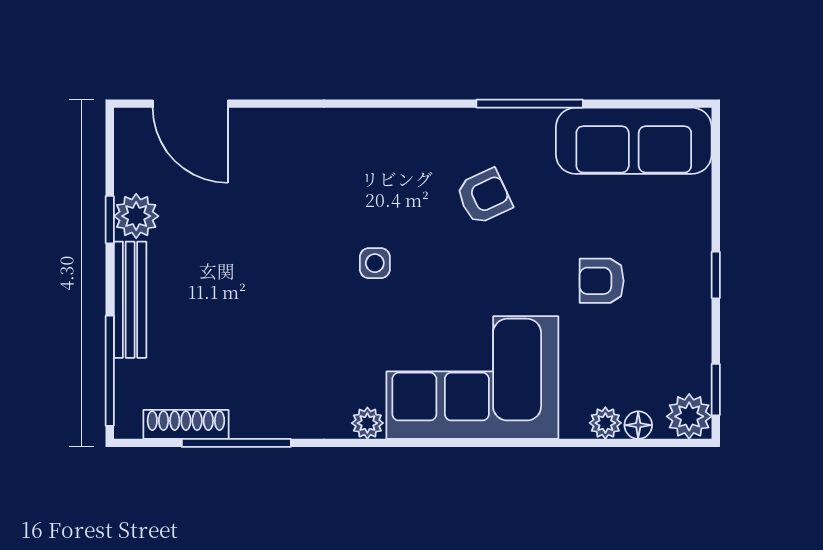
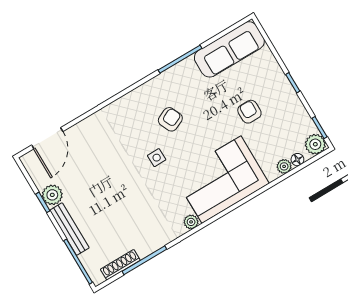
door: (190, 104) -> (47, 138), hinge flipped
armchair: (484, 196) -> (170, 119), moved
armchair: (602, 281) -> (249, 112), turned 90

